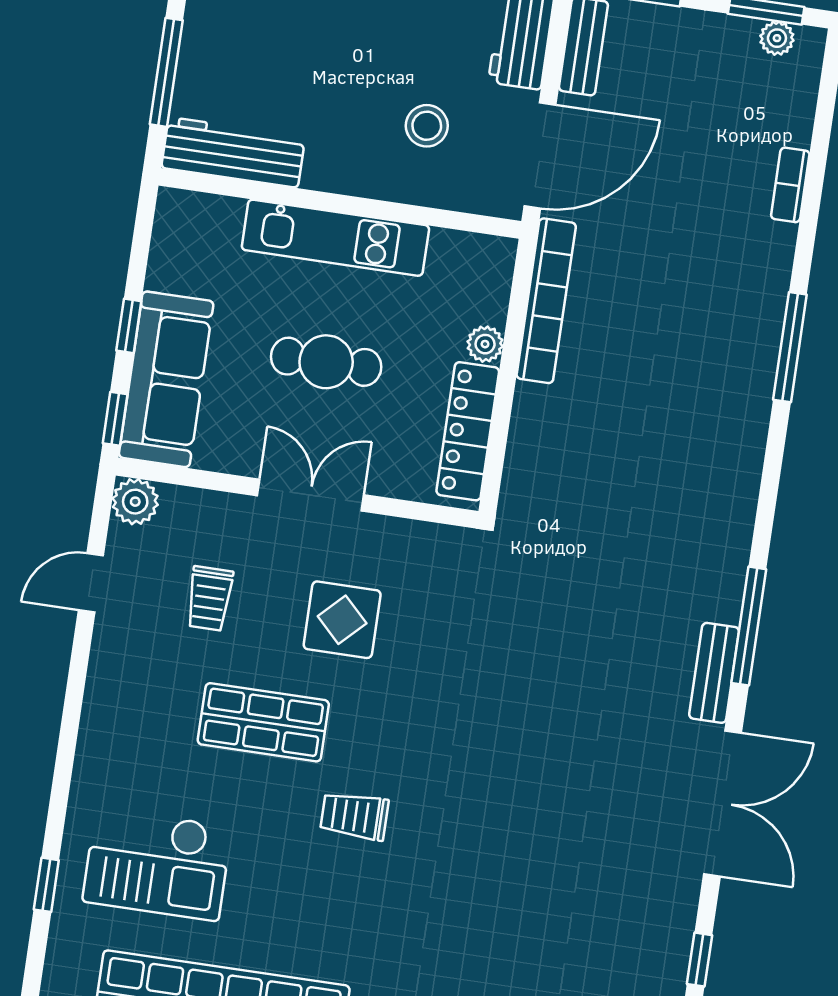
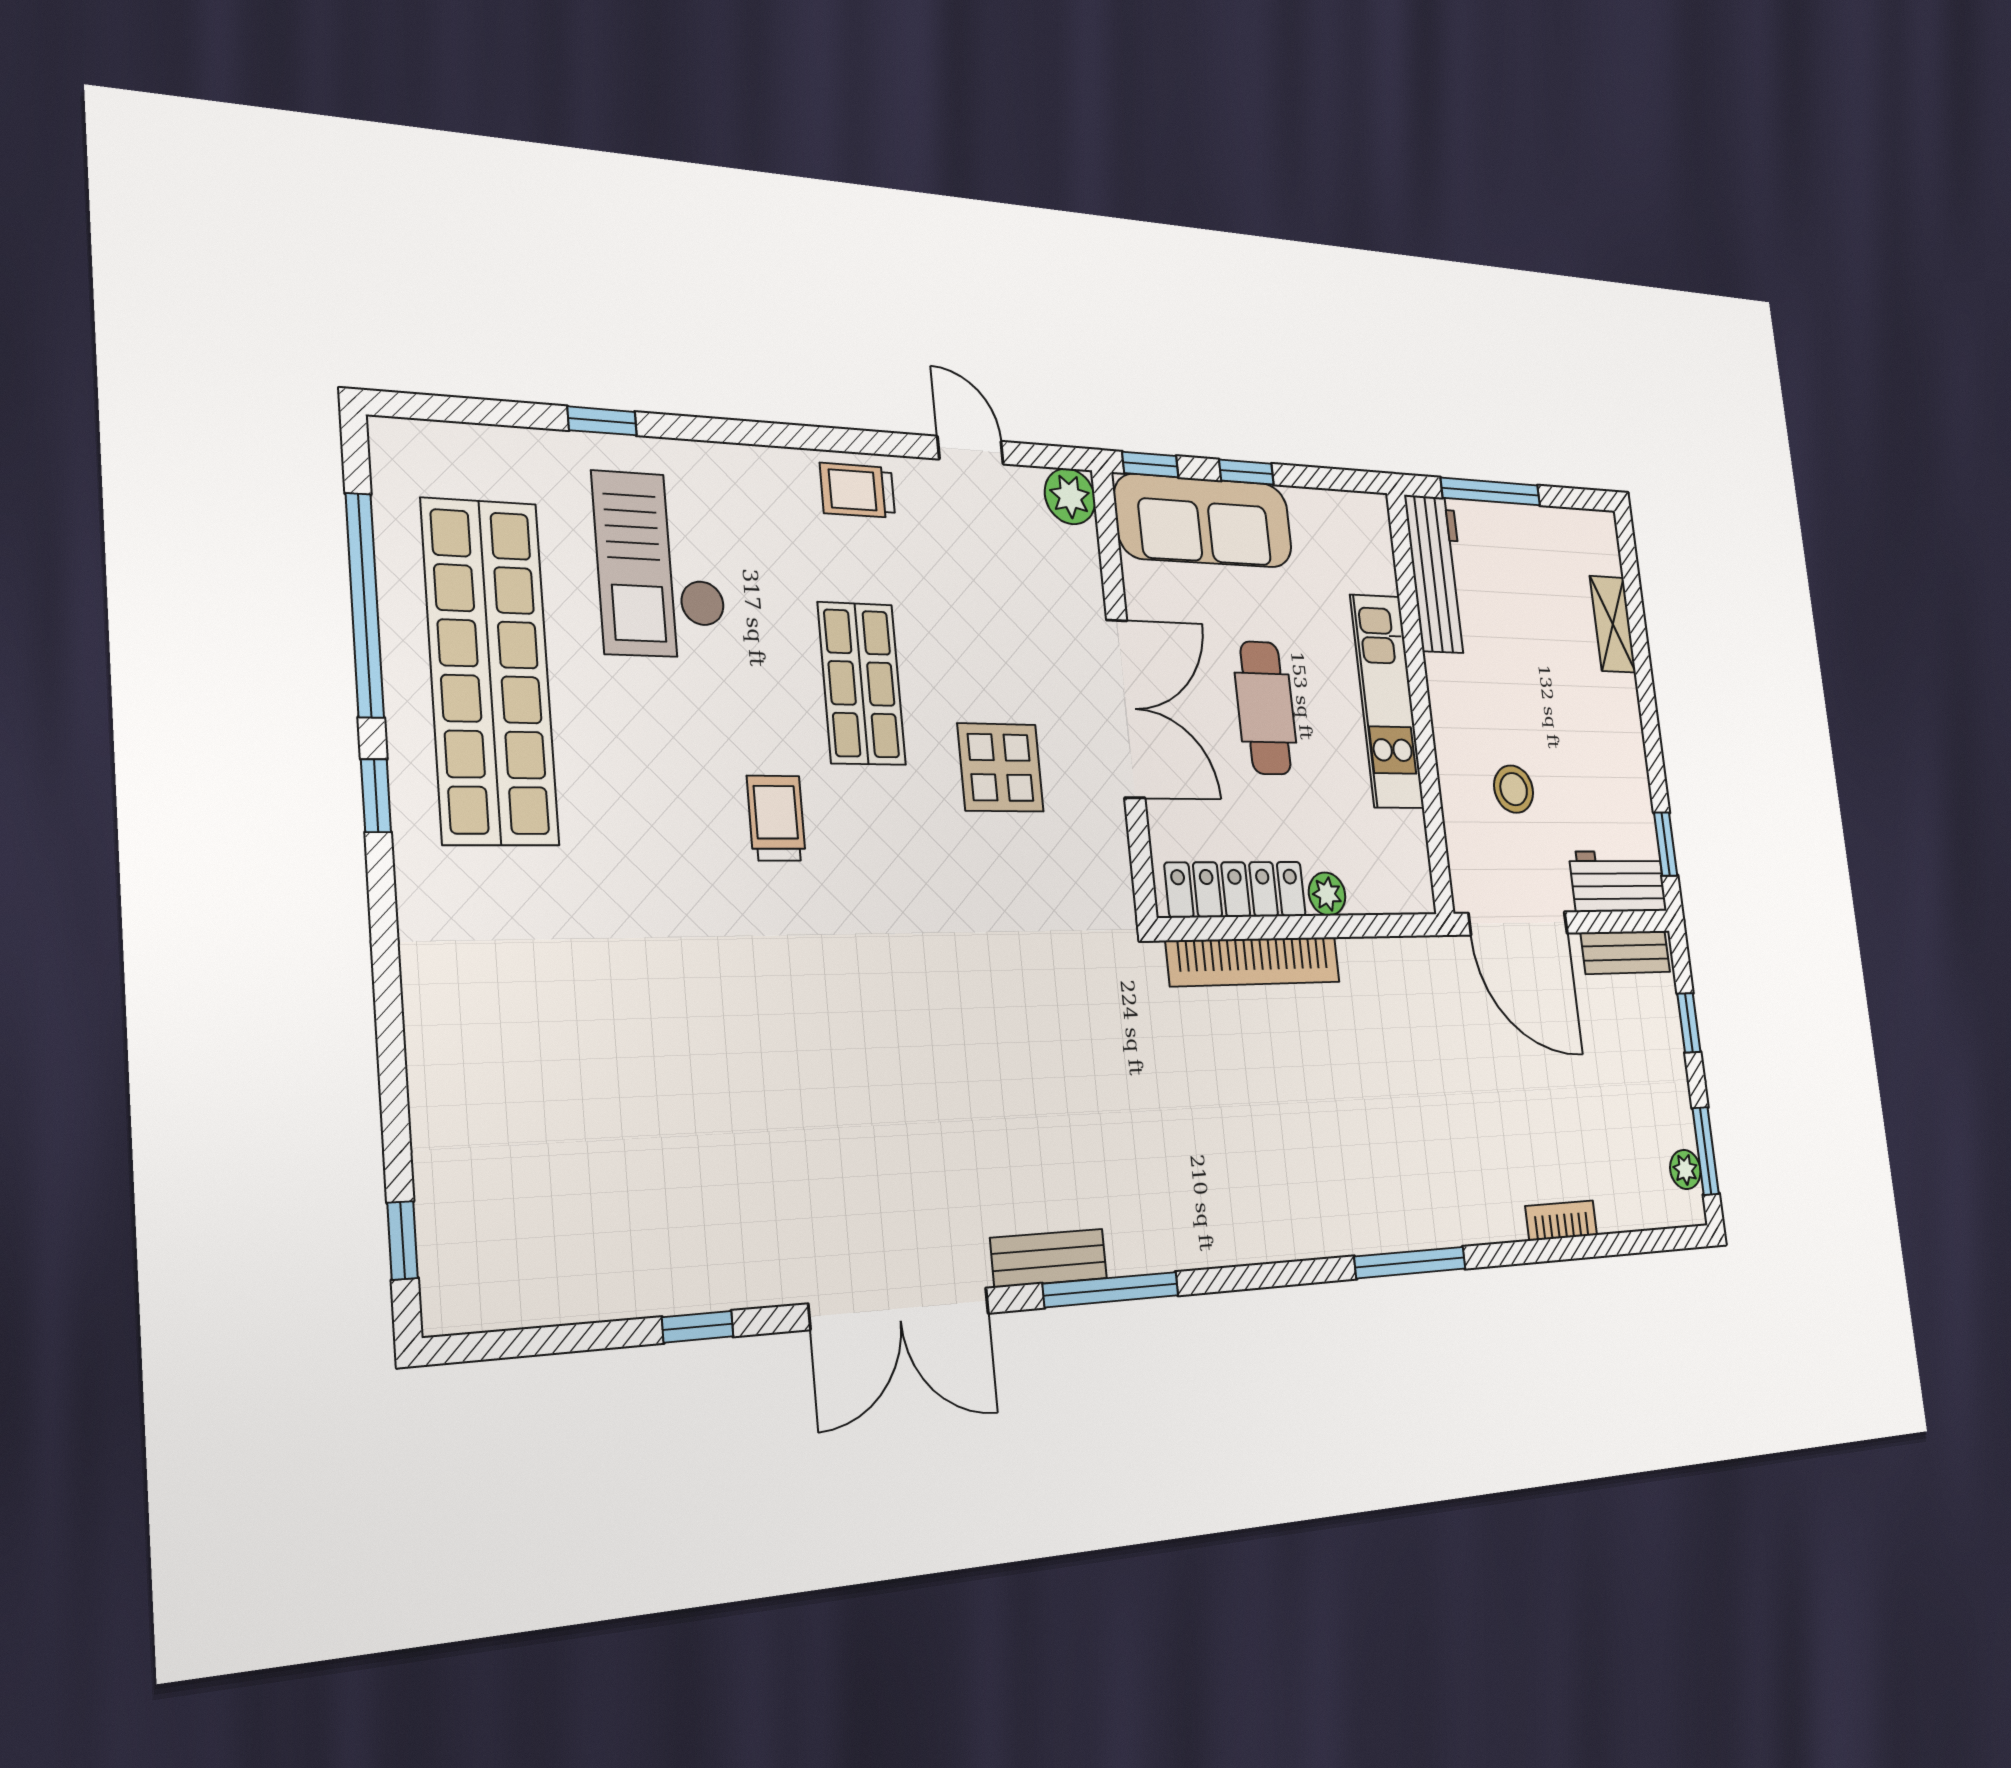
bookcase: (546, 301) -> (1254, 961), moved
double door: (311, 495) -> (1126, 709), width x1.37
trolley: (209, 598) -> (858, 490), moved

